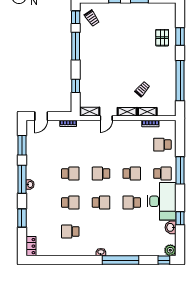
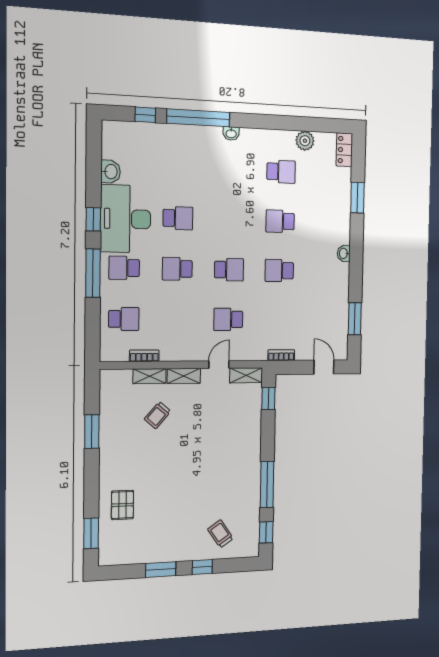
trolley: (92, 18) -> (220, 534), moved
window: (180, 36) -> (91, 533), moved
window: (180, 81) -> (92, 432), width x0.47
window: (76, 86) -> (268, 398), moved
door: (41, 116) -> (324, 367), hinge flipped
window: (22, 179) -> (356, 262), removed
school desk: (101, 203) -> (228, 319), moved
window: (180, 218) -> (93, 219), moved
plant: (170, 250) -> (305, 141), moved
window: (164, 260) -> (145, 115), moved

